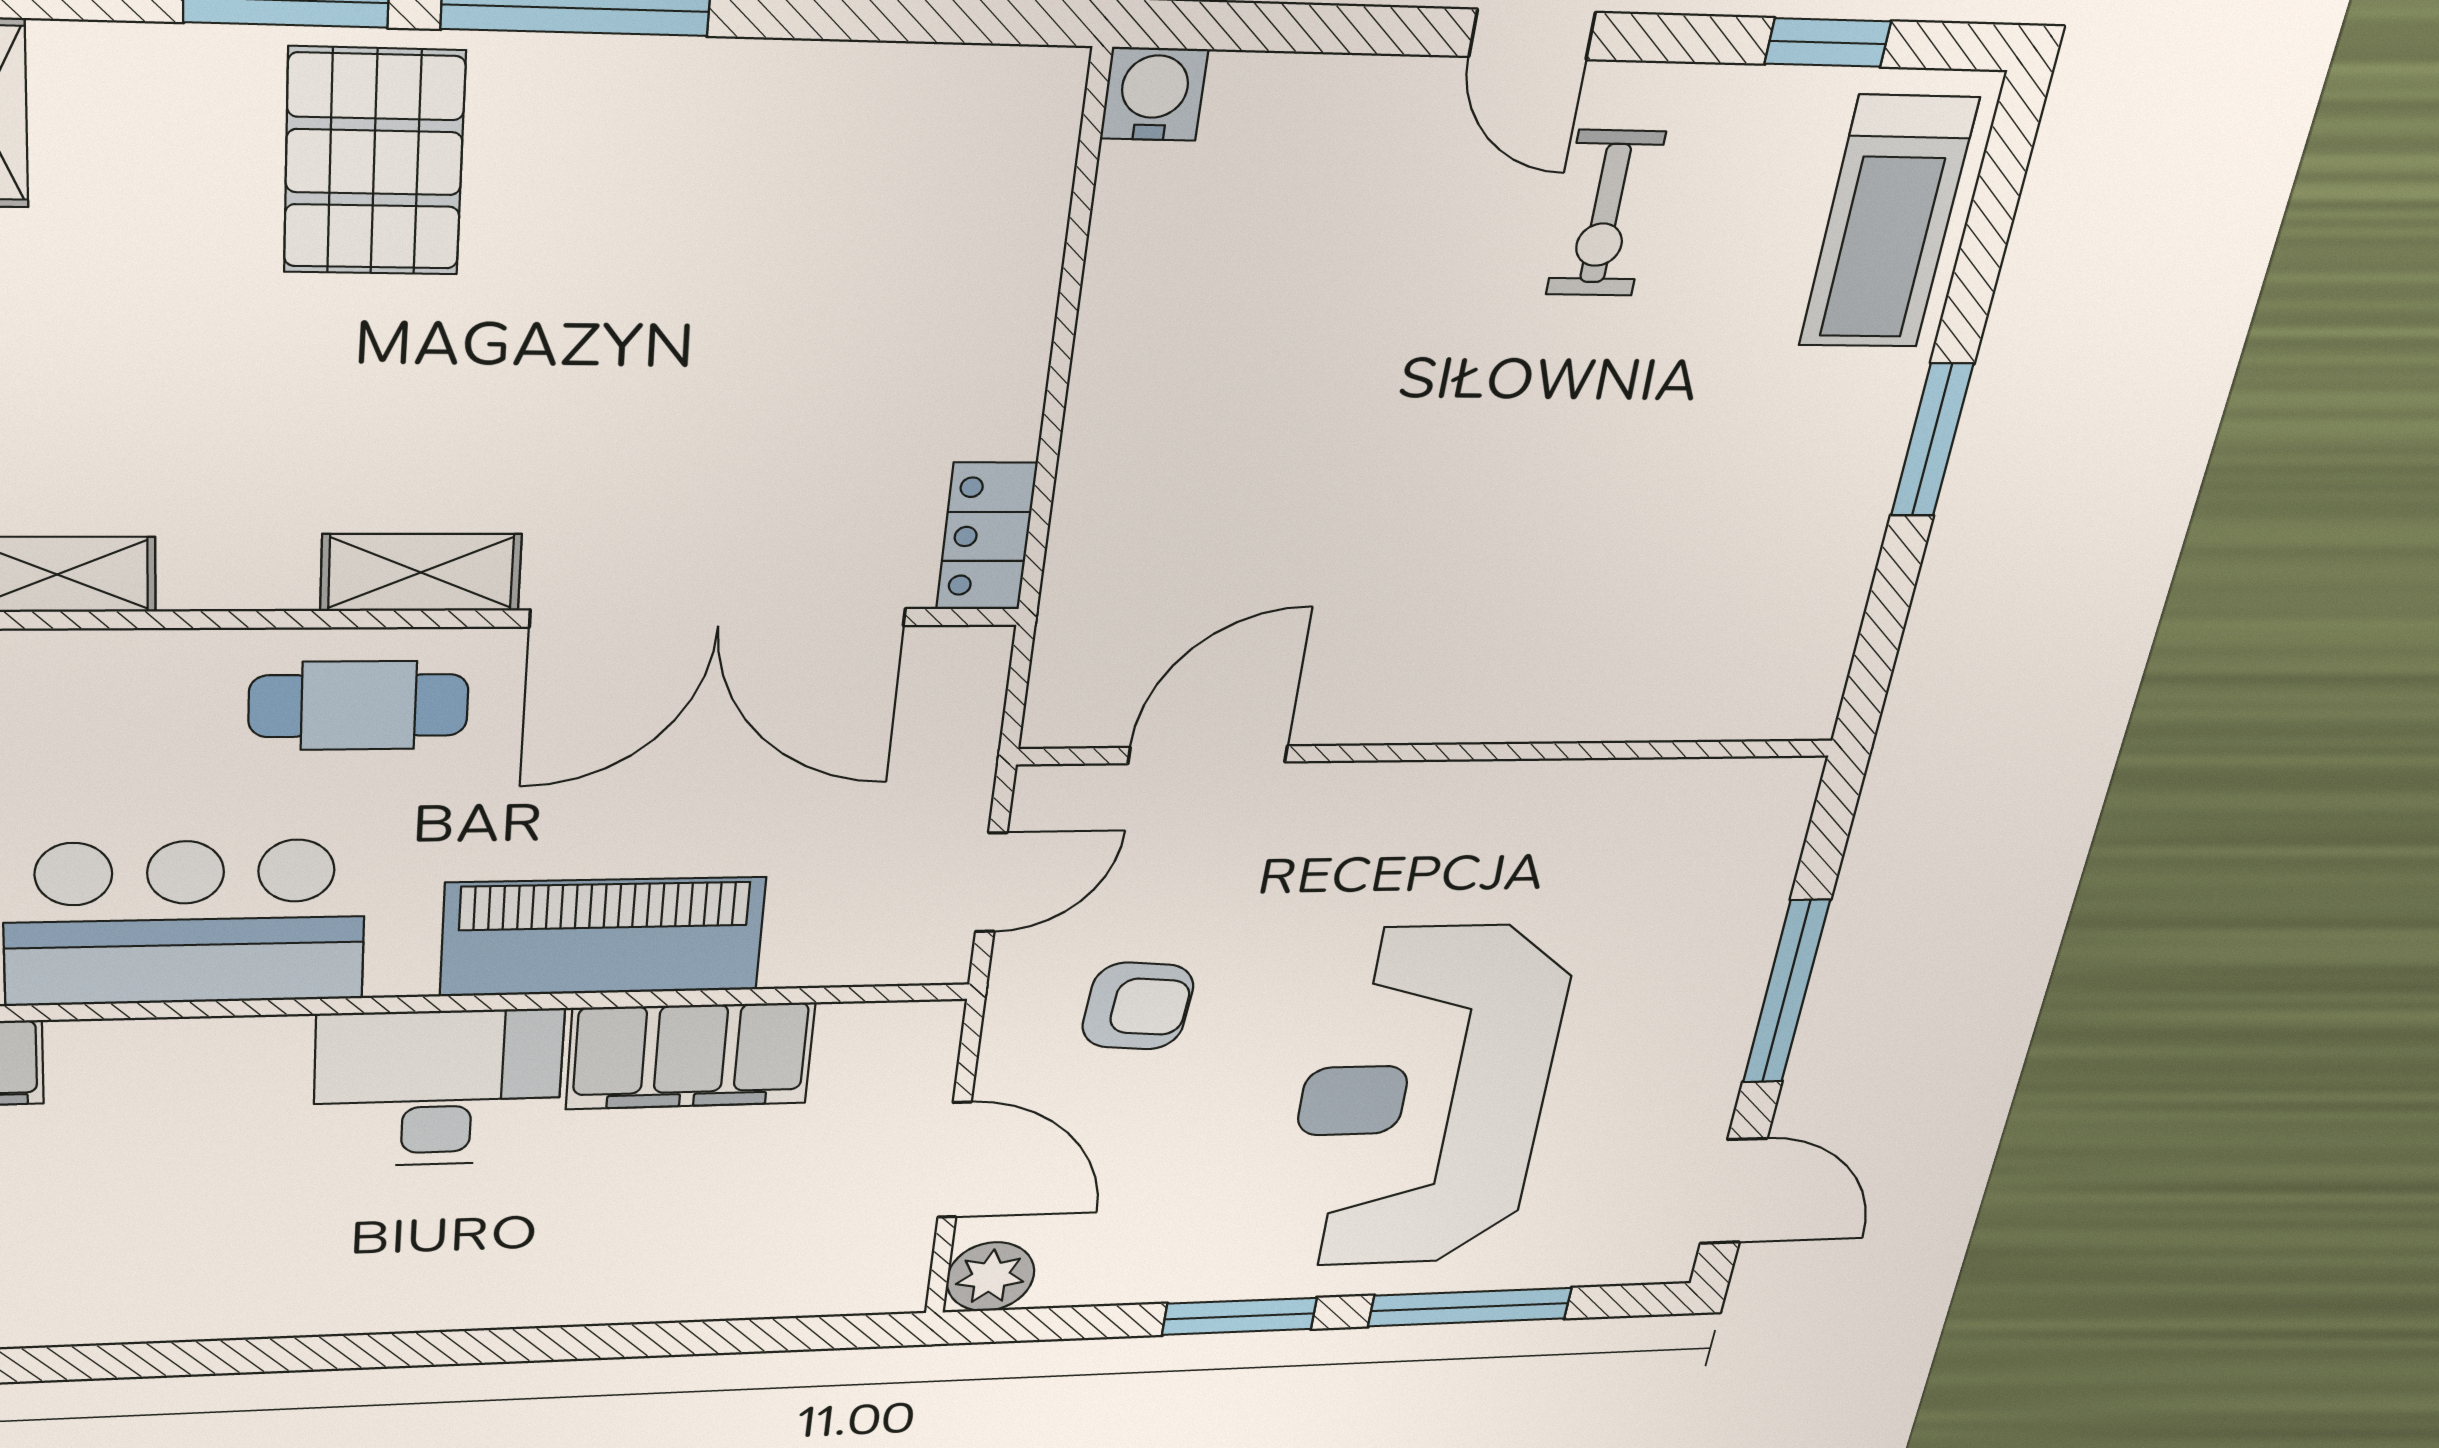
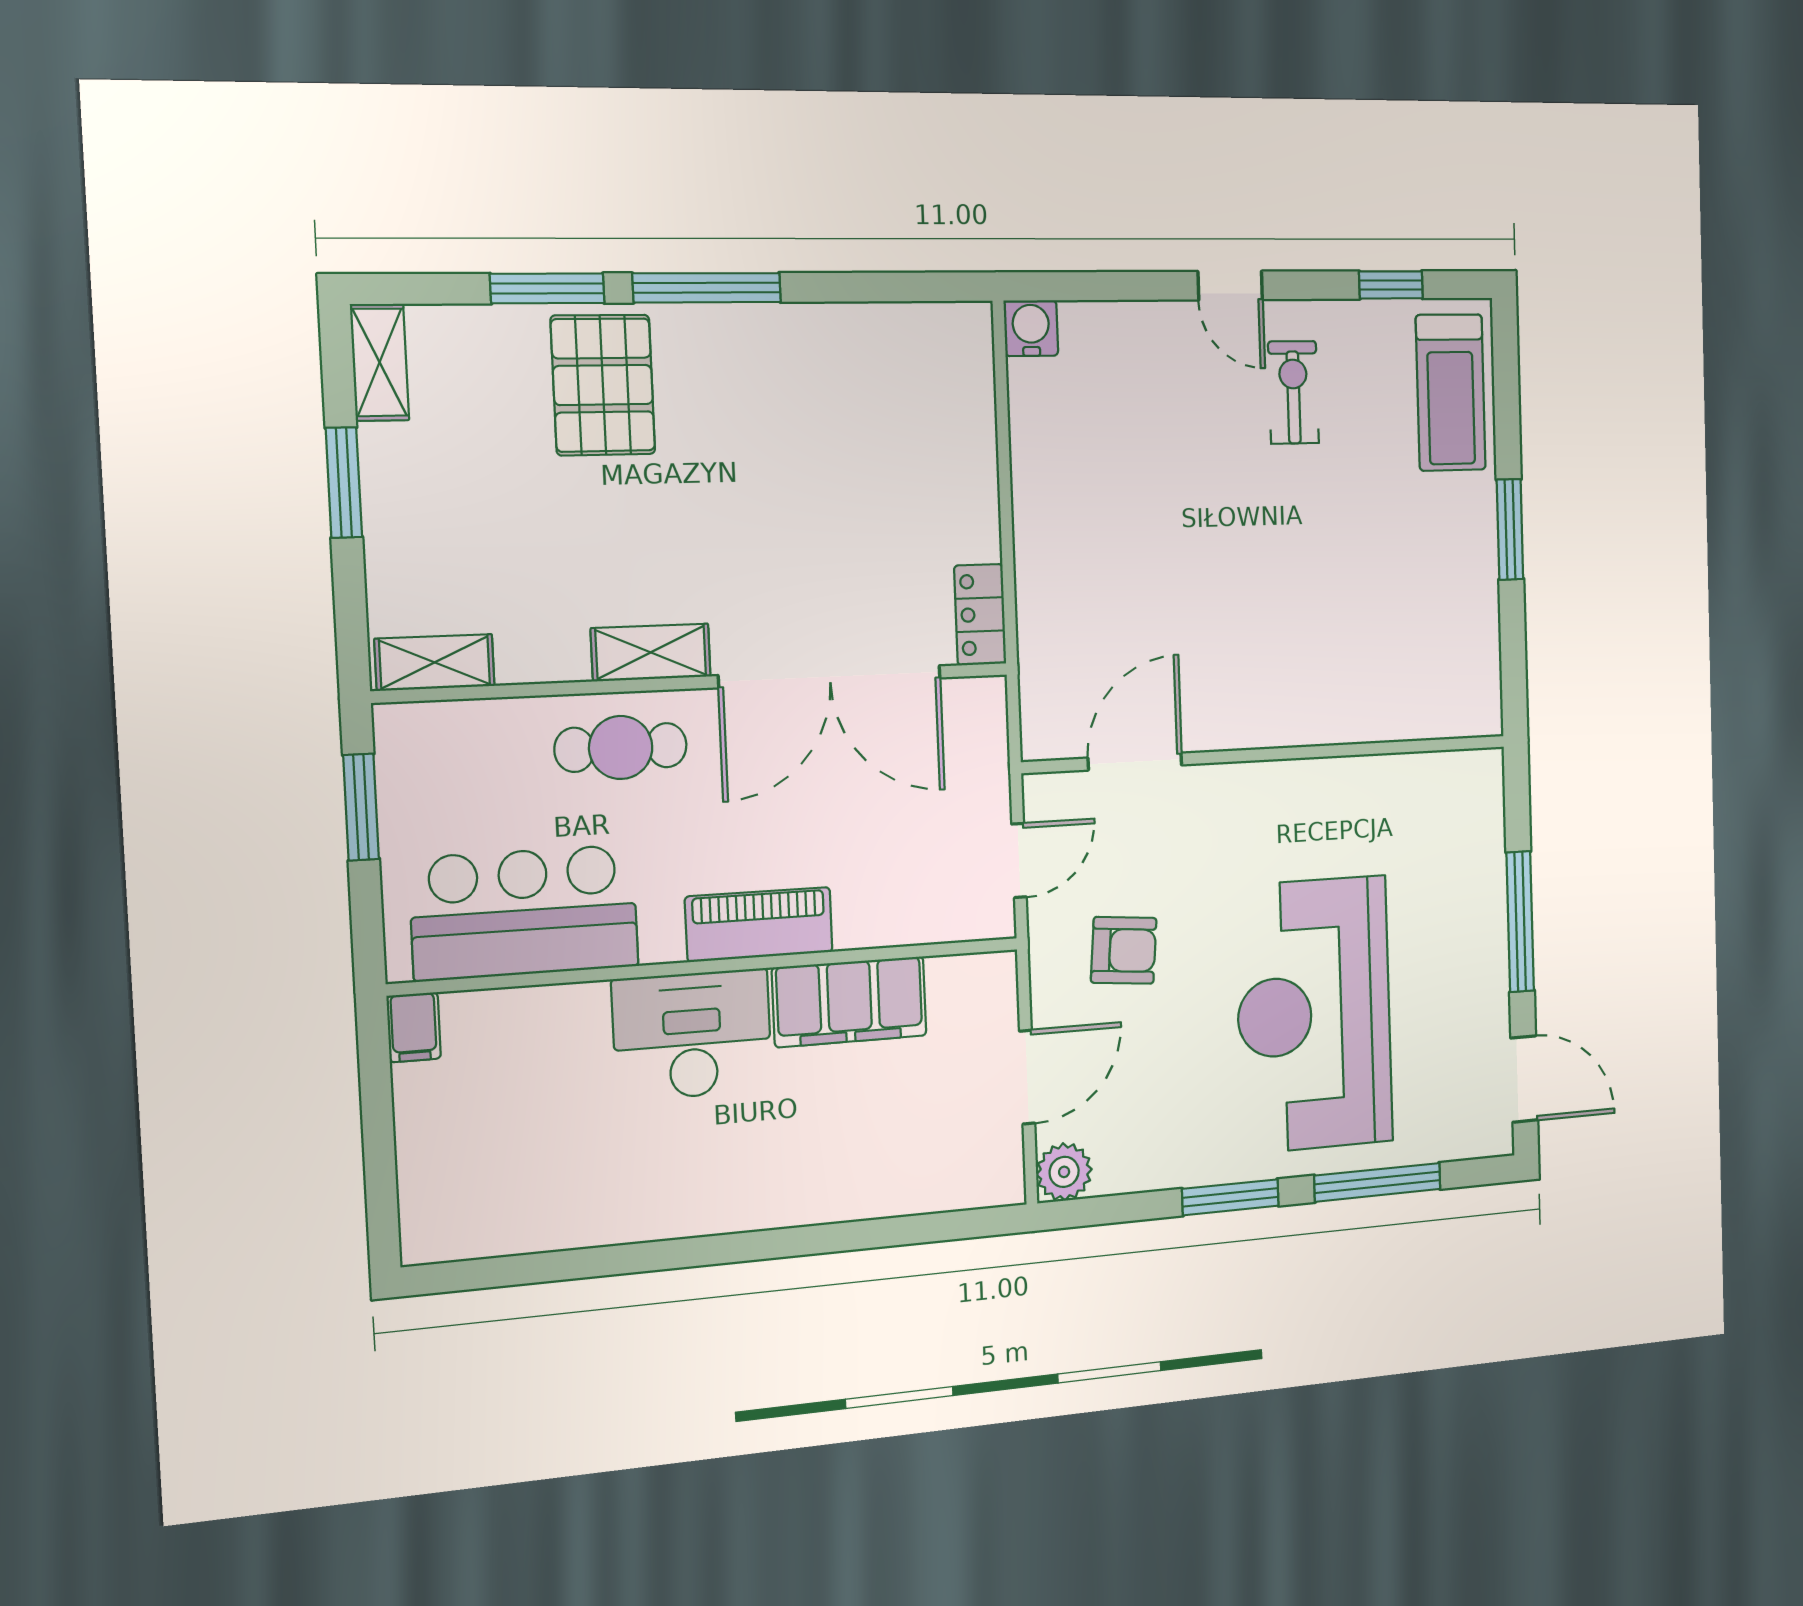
exercise bike: (1605, 214) -> (1293, 392), turned 180
piano: (603, 937) -> (759, 924), width x0.73, depth x0.75
door: (954, 1160) -> (1027, 1077), hinge flipped

